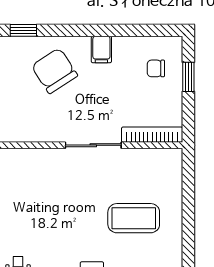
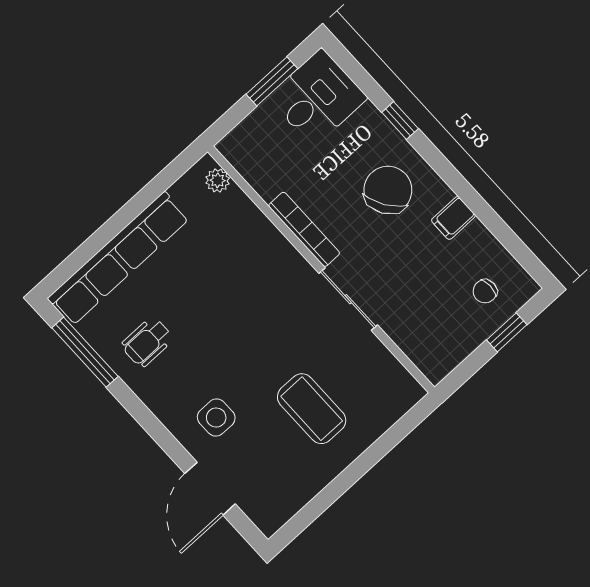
chair: (156, 68) -> (485, 291), turned -90
bookcase: (152, 135) -> (304, 229), moved

